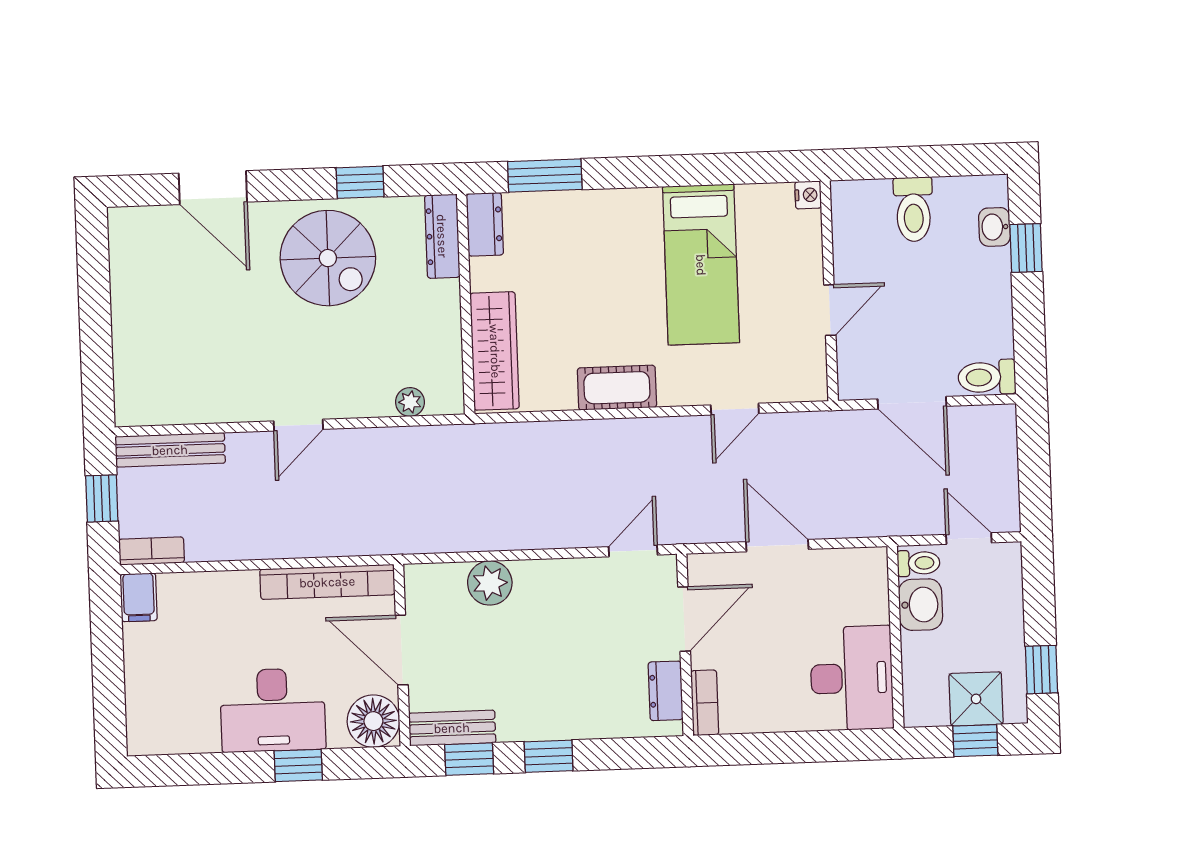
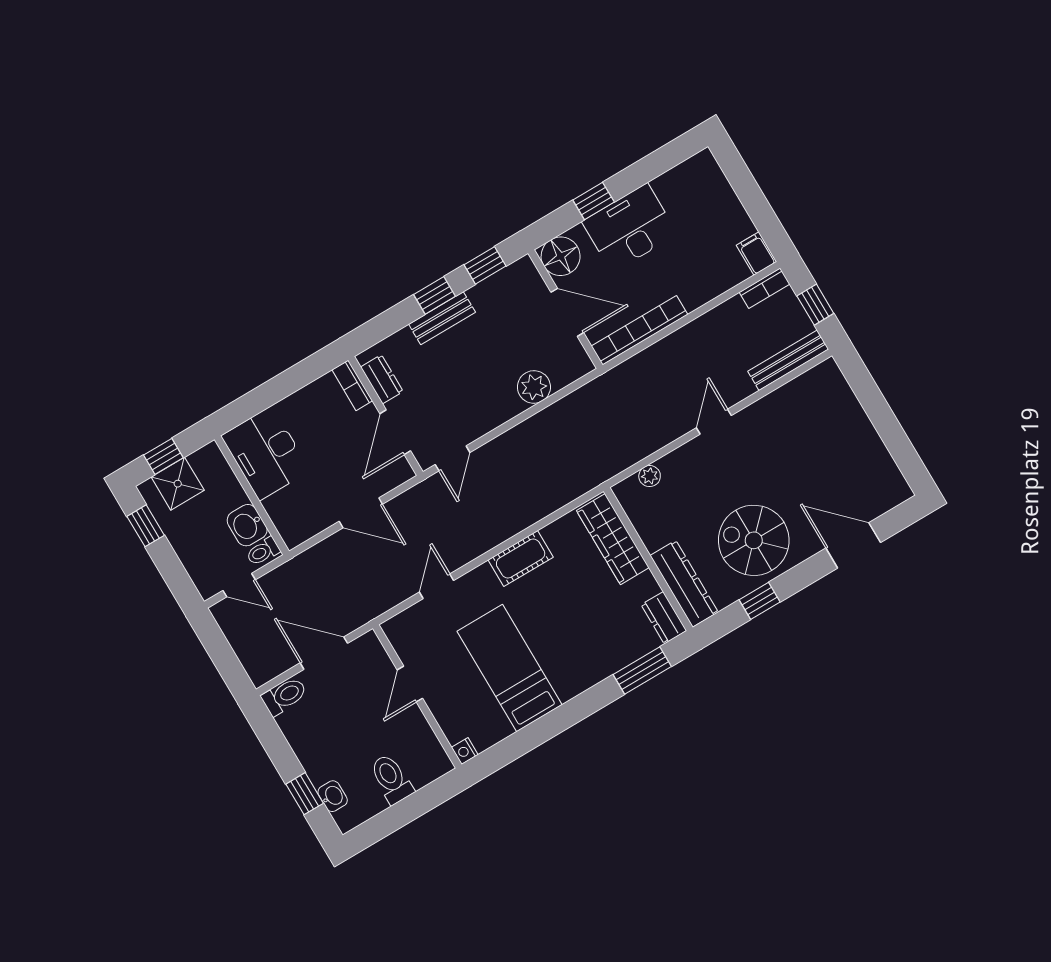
dresser: (442, 236) -> (684, 584), width x1.37, depth x1.24
bench: (452, 728) -> (442, 318), moved

